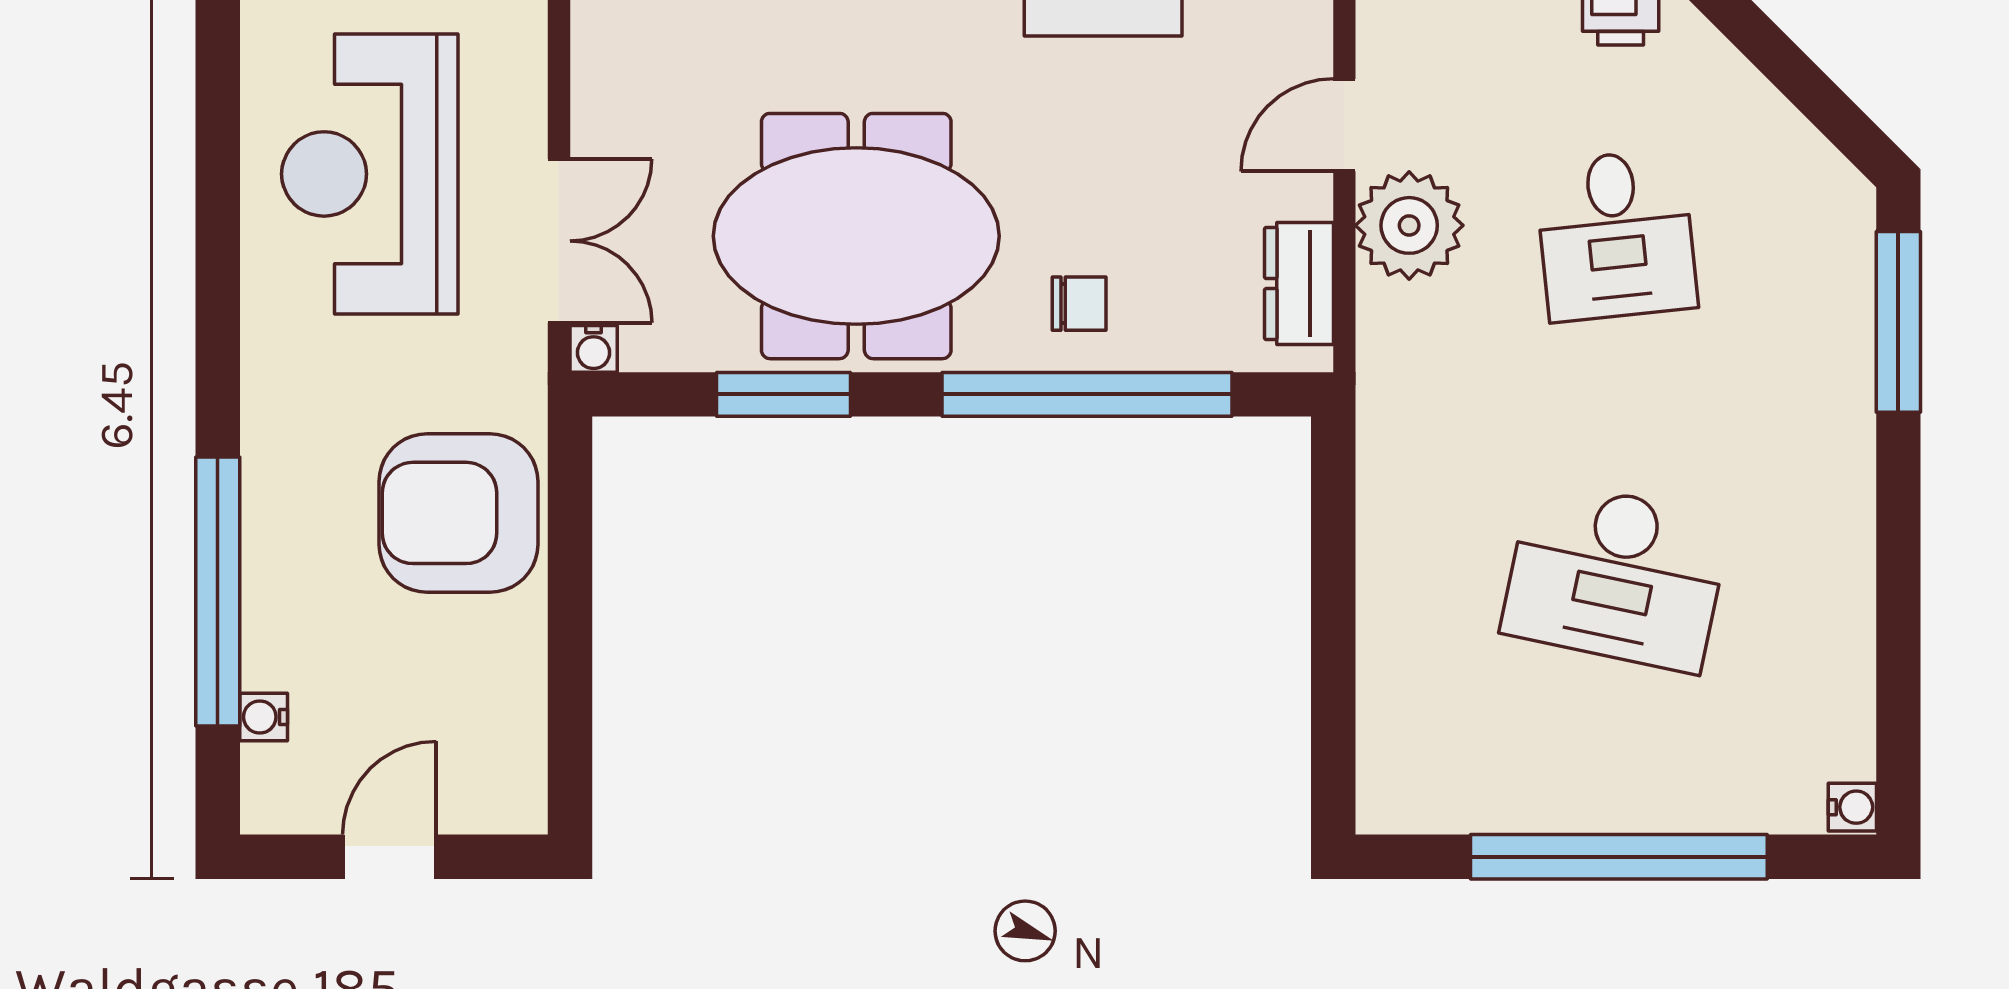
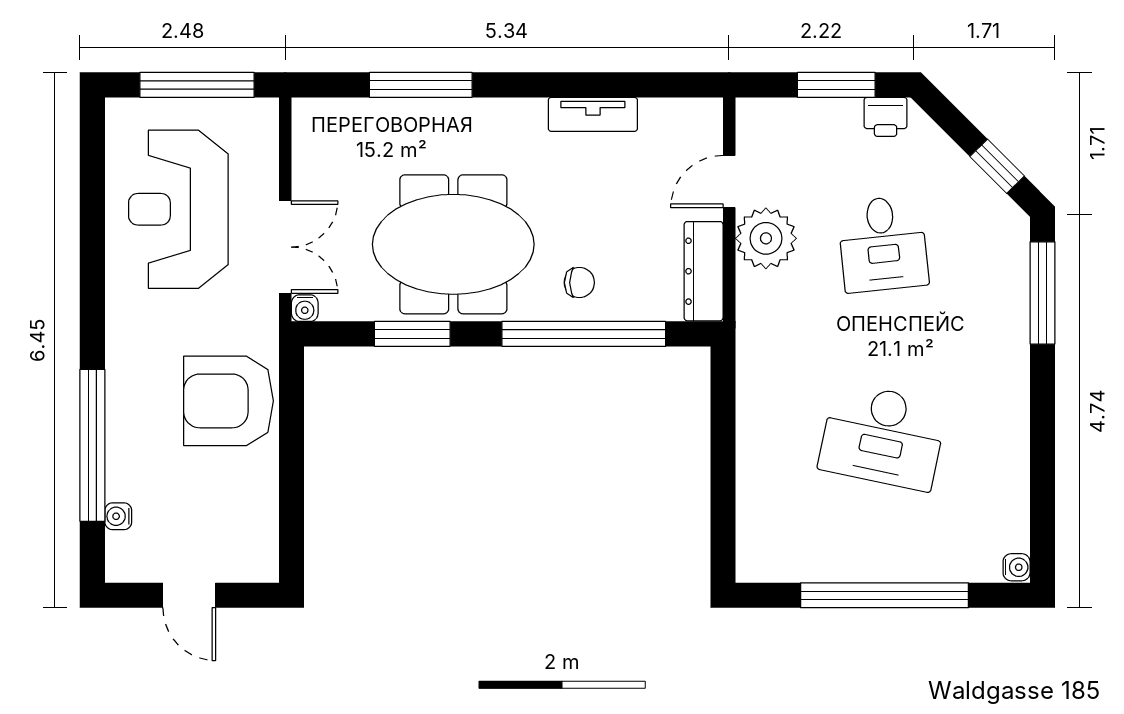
window: (1818, 98) -> (997, 166), added
dresser: (1299, 284) -> (704, 271), width x1.44
door: (389, 857) -> (189, 595), swing flipped

